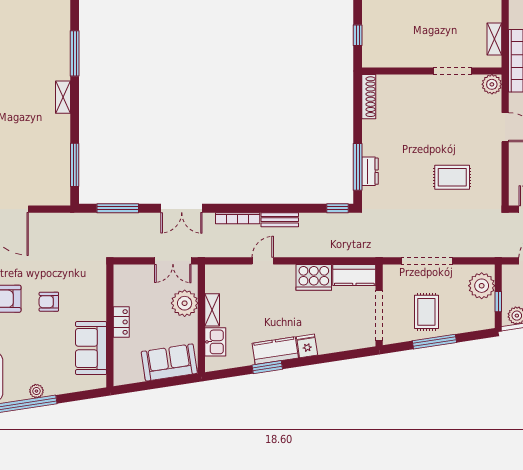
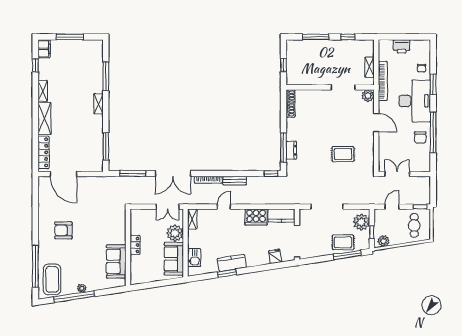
double door: (182, 208) -> (173, 174), width x1.37
armchair: (49, 302) -> (90, 232), removed
shelving: (212, 310) -> (192, 219), moved
rug: (426, 312) -> (343, 242), moved, turned 90
window: (434, 342) -> (347, 255), moved
fridge: (307, 346) -> (275, 256), moved
sofa: (169, 362) -> (174, 259), moved, turned -81

